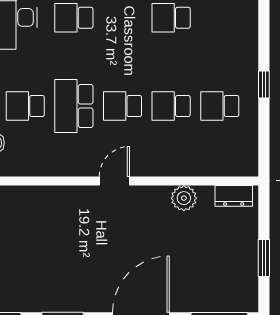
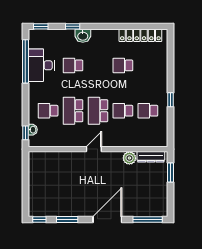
school desk: (123, 106) -> (98, 111), width x1.85
dresser: (234, 196) -> (151, 157), width x1.44
window: (264, 258) -> (171, 172), moved

